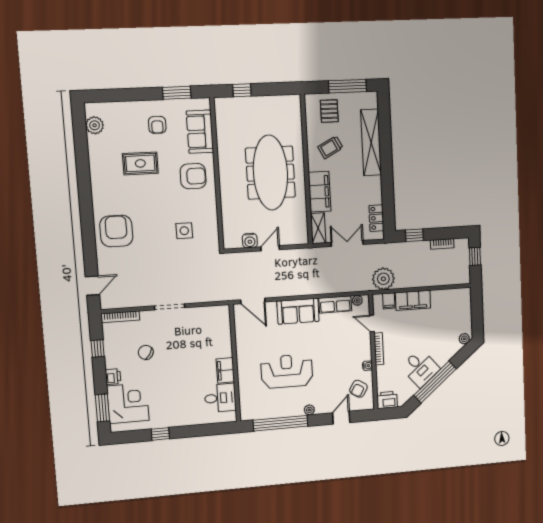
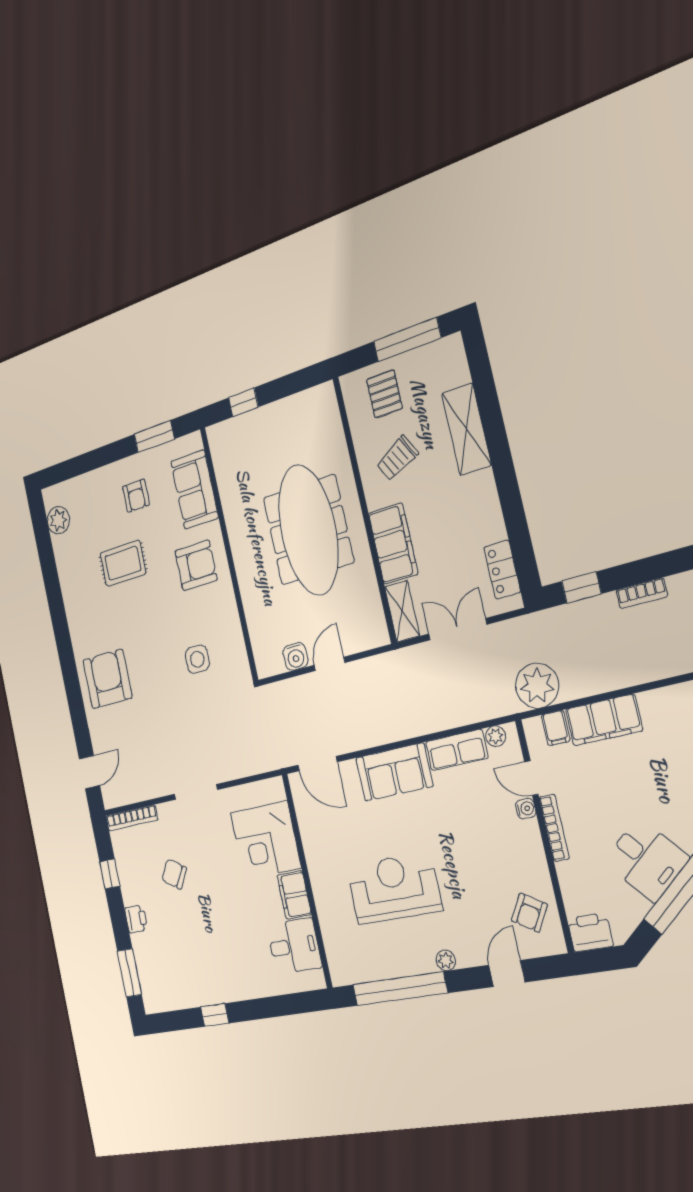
shelving: (371, 142) -> (466, 429), width x0.68
water cooler: (368, 366) -> (526, 809), moved
corner desk: (128, 403) -> (266, 840), moved, turned 180

